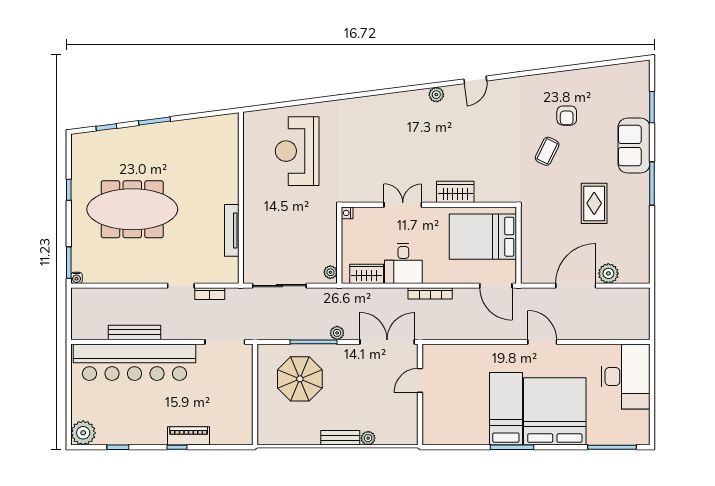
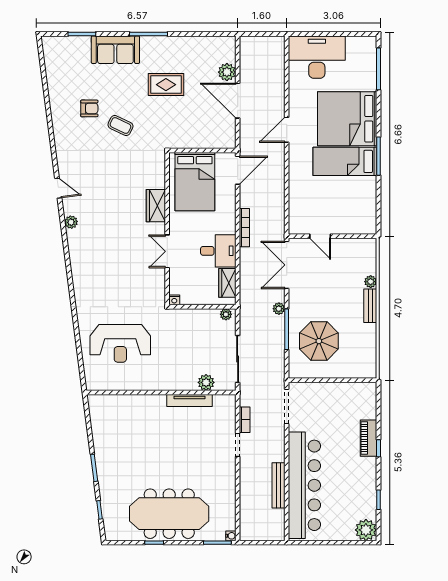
meeting table: (132, 209) -> (169, 514), moved, turned 90
plant: (252, 249) -> (206, 382), added

